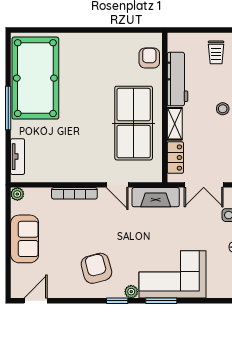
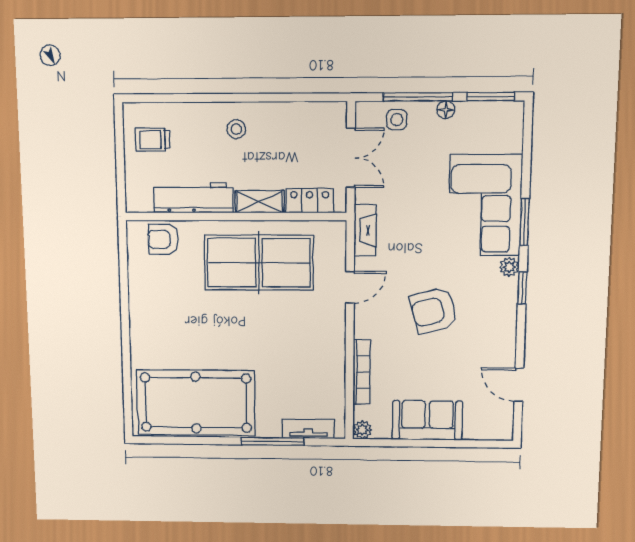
trolley: (216, 52) -> (153, 140), turned 180
window: (8, 108) -> (273, 441), moved
bookcase: (74, 193) -> (362, 372), moved
fireplace: (156, 197) -> (365, 230), width x0.73, depth x0.76
armchair: (96, 268) -> (434, 311), moved
door: (36, 301) -> (519, 385), moved

